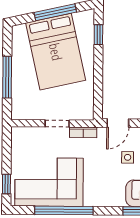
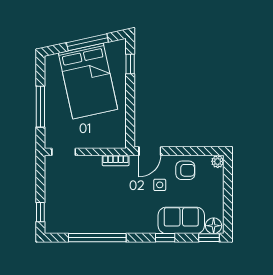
doorway: (57, 123) -> (64, 152), moved
corner sofa: (49, 182) -> (82, 210), removed

